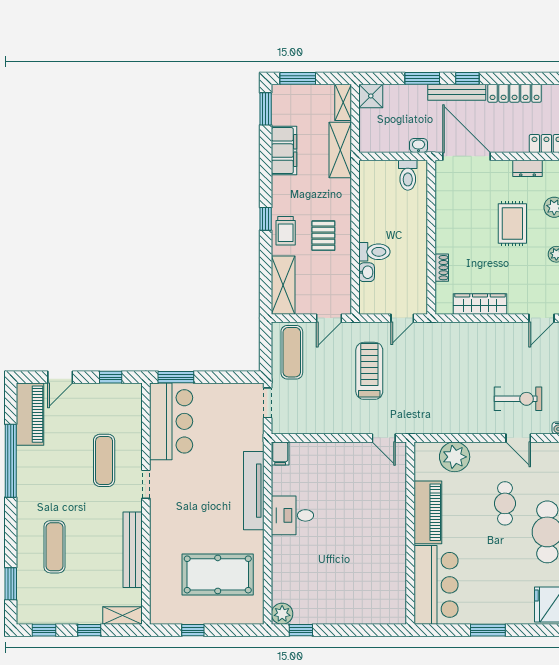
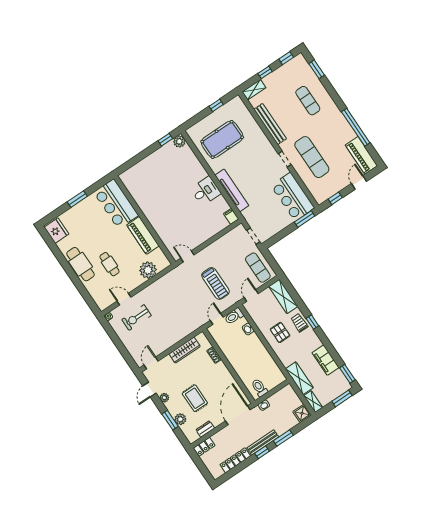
door: (466, 156) -> (238, 415), swing flipped
toilet: (374, 252) -> (234, 316), moved
exercise mat: (104, 460) -> (312, 157), width x1.36, depth x1.45

